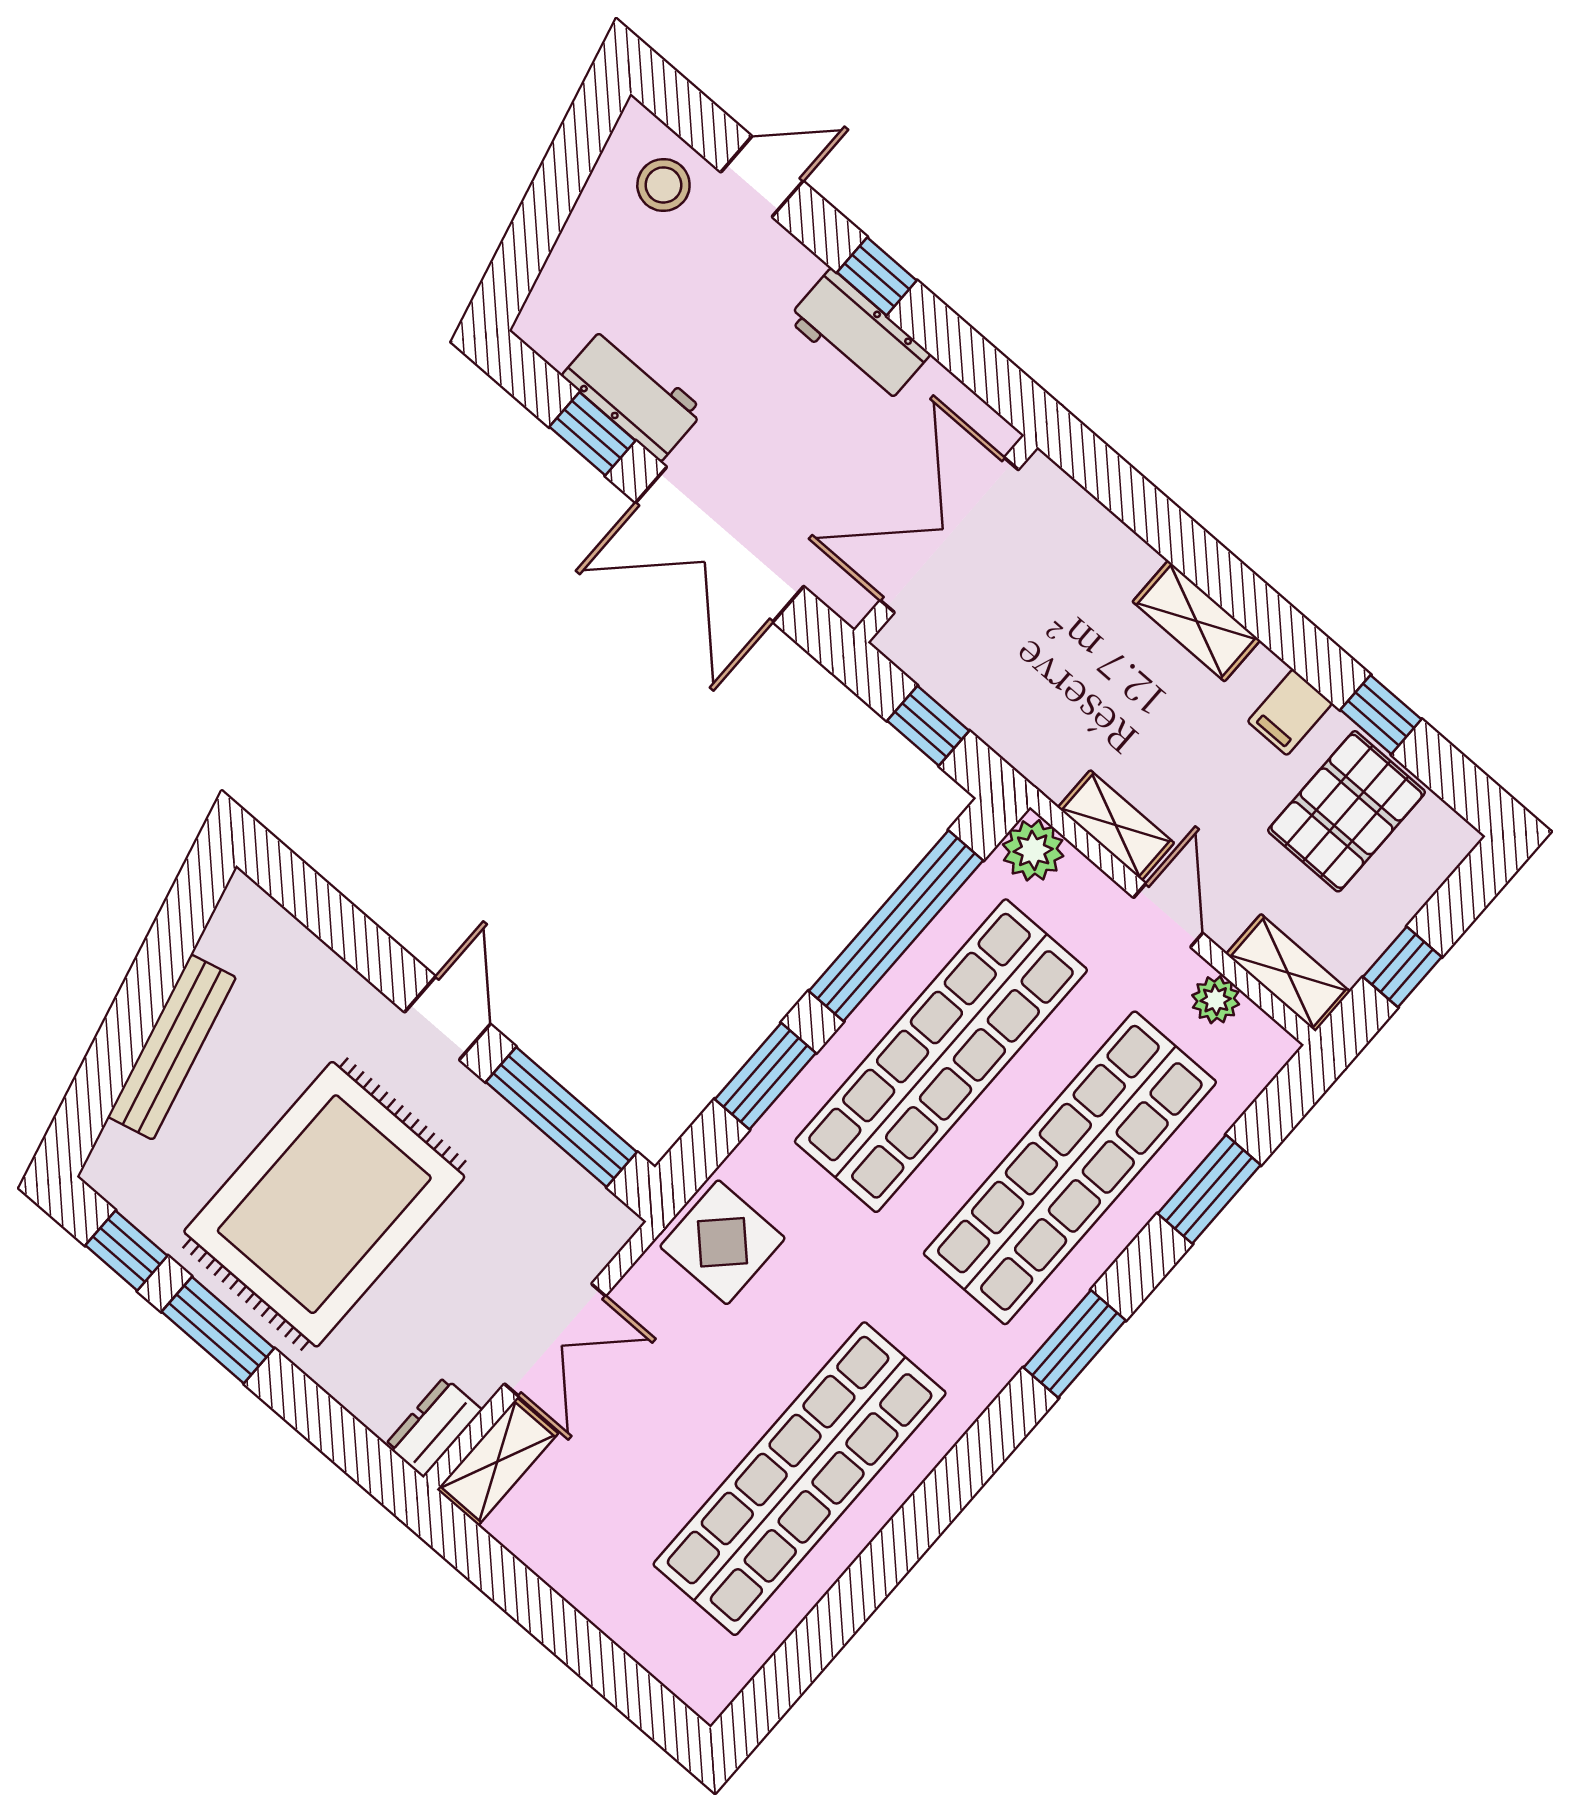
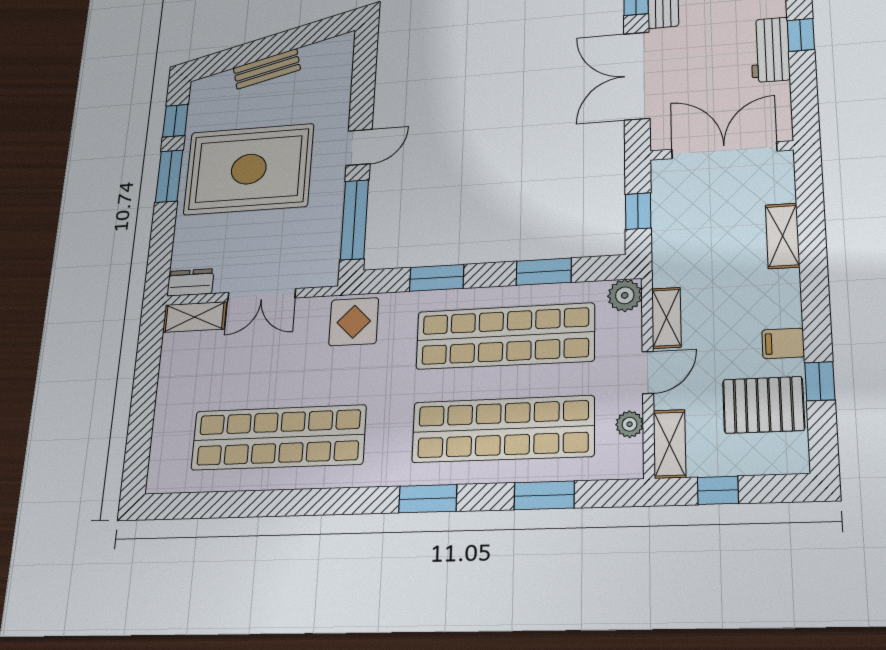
shelving: (1196, 621) -> (783, 236), moved
window: (896, 926) -> (544, 272), width x0.47
bench: (172, 1047) -> (267, 69), width x0.73

